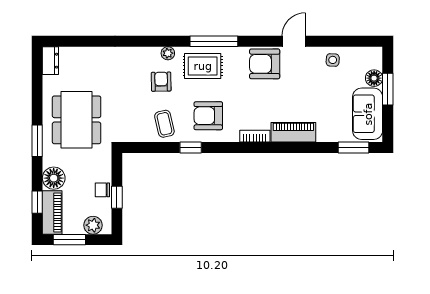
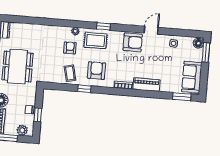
window: (214, 41) -> (103, 26), width x0.46
armchair: (265, 64) -> (133, 42), turned 180
floor lamp: (374, 78) -> (198, 43), moved
window: (388, 89) -> (206, 52), moved
armchair: (208, 116) -> (96, 71), turned 90

